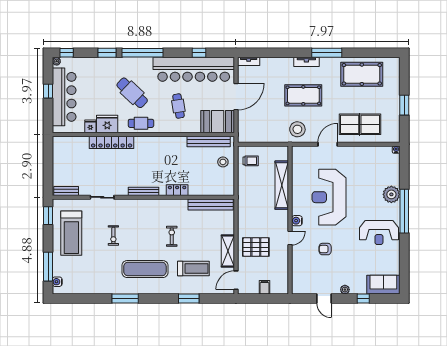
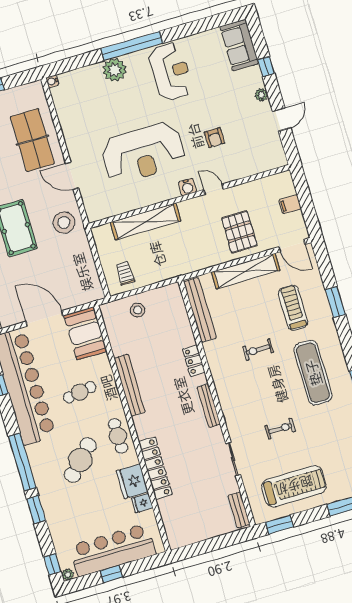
bench: (209, 141) -> (130, 385), moved
shelving: (228, 251) -> (246, 271), width x1.47

